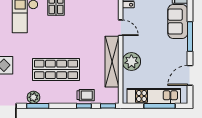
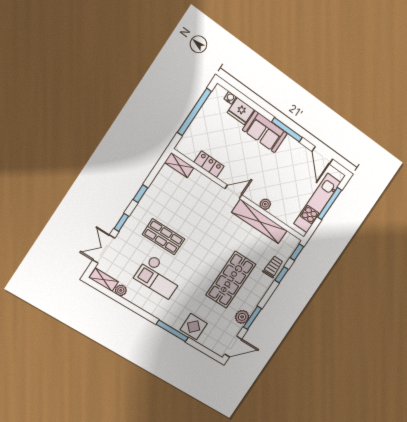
plant: (131, 62) -> (265, 204), width x0.53, depth x0.53

